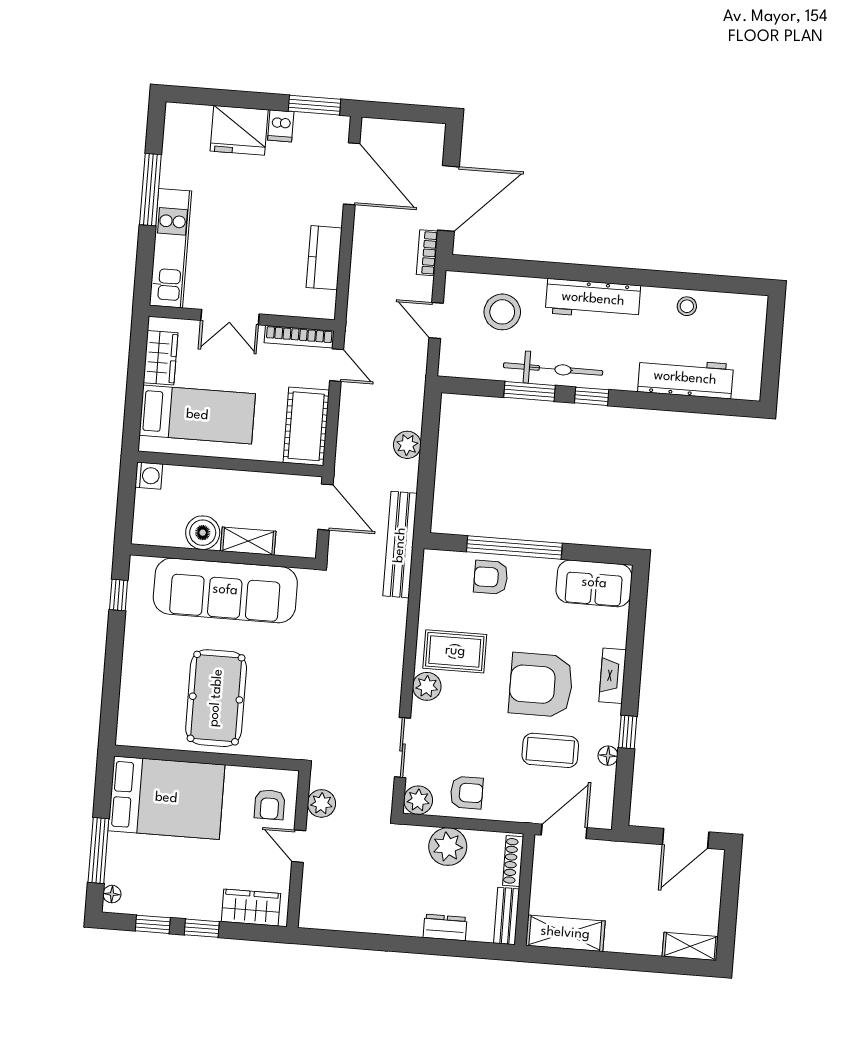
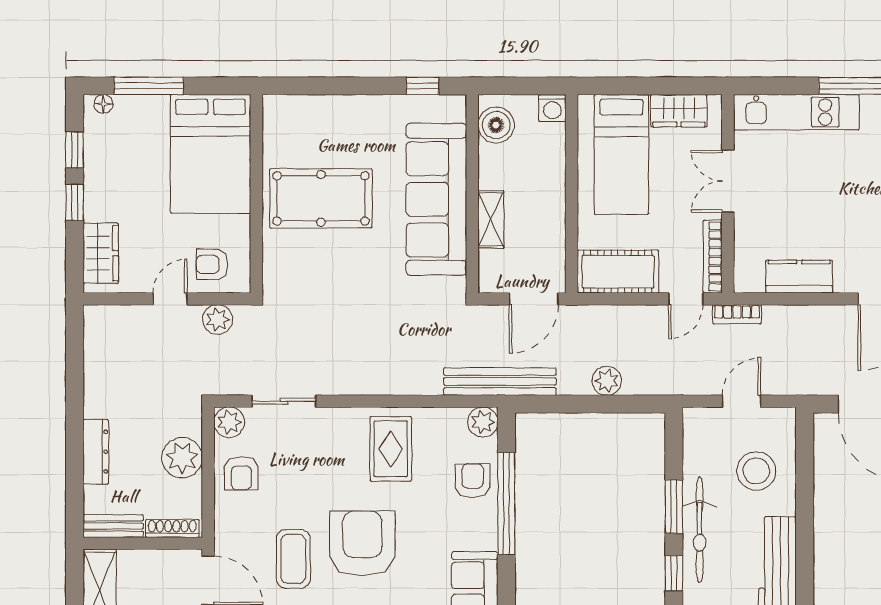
bookcase: (427, 253) -> (737, 314), moved, turned 180
boiler: (203, 533) -> (496, 125), moved
plant: (427, 686) -> (483, 422), moved
dresser: (445, 927) -> (96, 452), width x1.44

